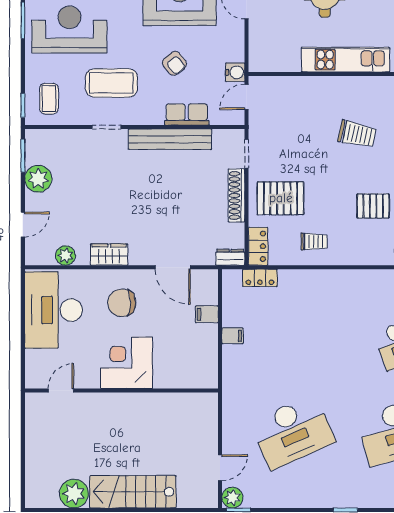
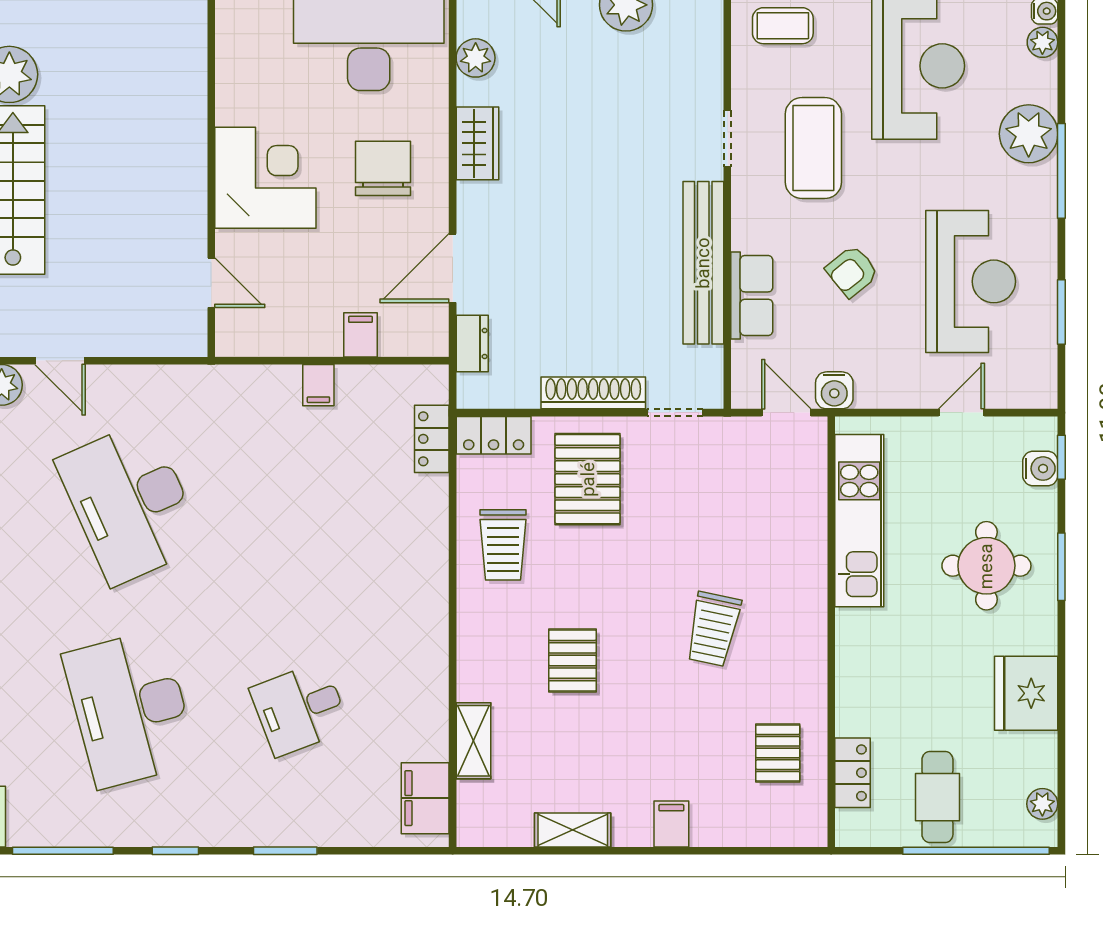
kitchen unit: (345, 60) -> (859, 521), moved
trolley: (314, 242) -> (503, 545), width x1.36, depth x1.39
dresser: (230, 257) -> (472, 343), moved
door: (61, 390) -> (211, 283), moved

